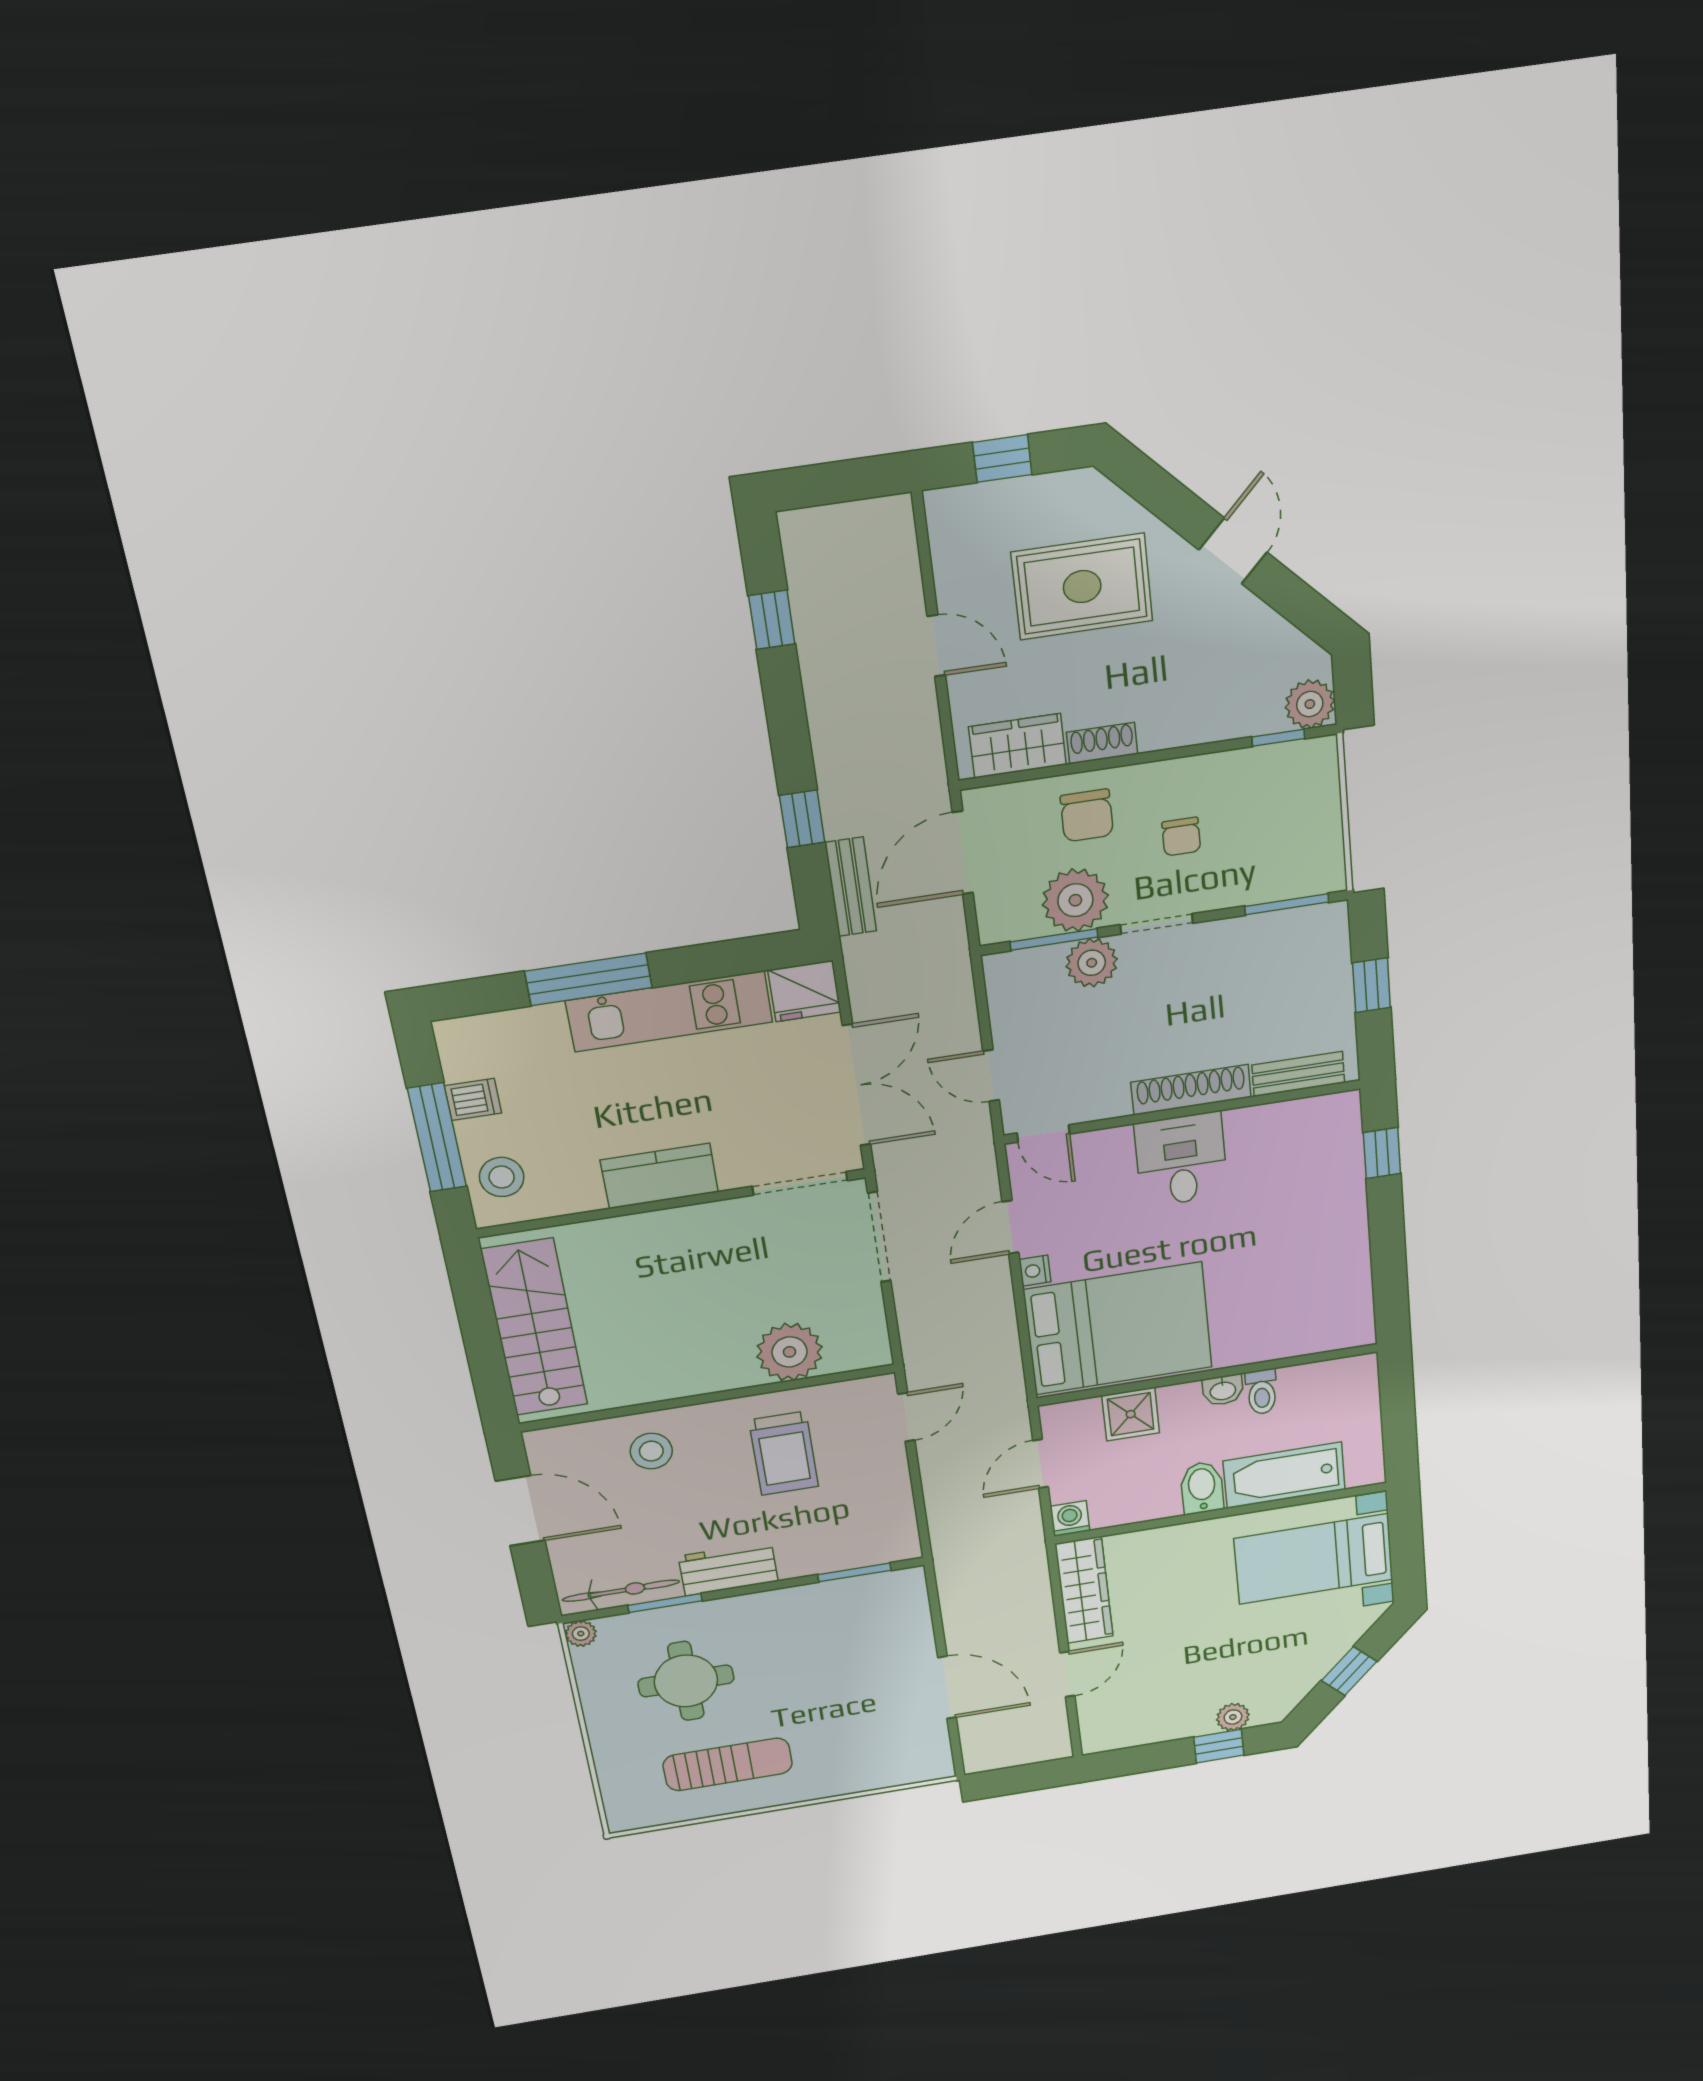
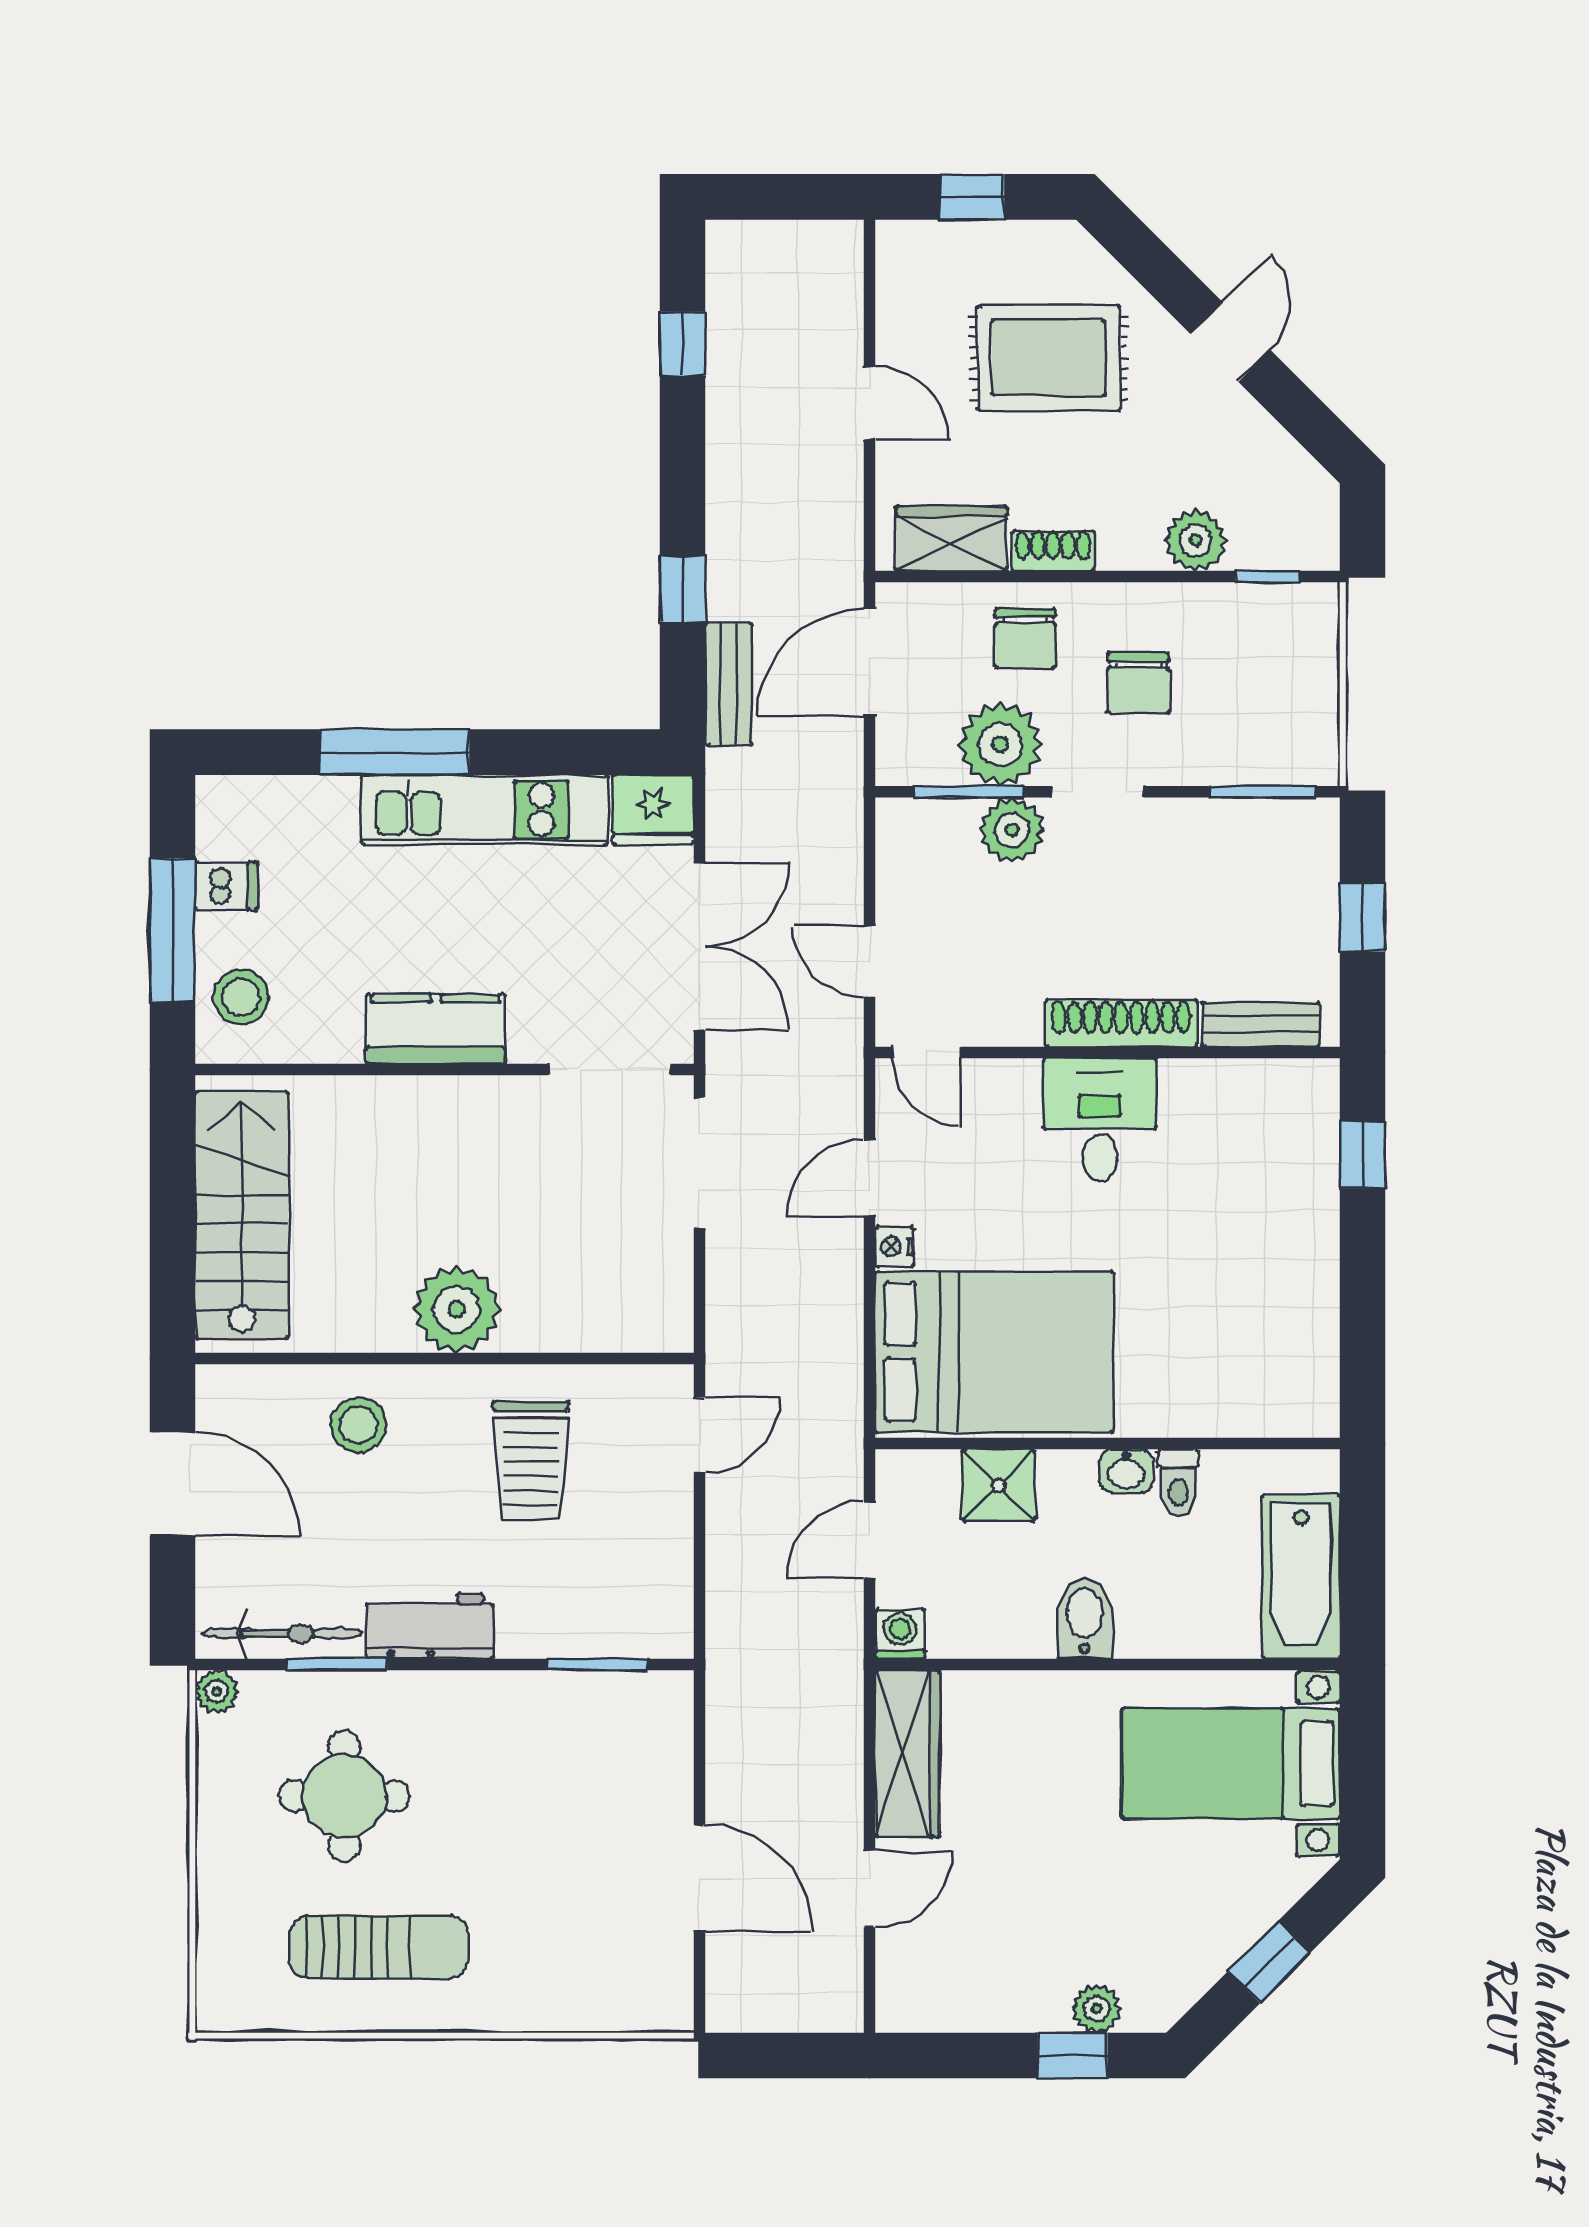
plant: (1310, 704) -> (1196, 540), moved
chair: (1181, 837) -> (1138, 683), width x1.37, depth x1.37
plant: (790, 1352) -> (457, 1309), moved
bathtub: (1284, 1475) -> (1301, 1577), moved, turned -90

